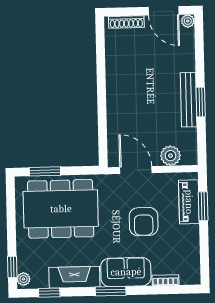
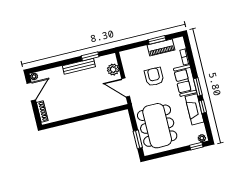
window: (201, 102) -> (90, 56), moved
door: (136, 170) -> (126, 88), hinge flipped
piano: (189, 202) -> (161, 48), moved
window: (203, 206) -> (157, 40), moved
armchair: (144, 222) -> (154, 77), turned -90
window: (49, 293) -> (203, 107), moved

